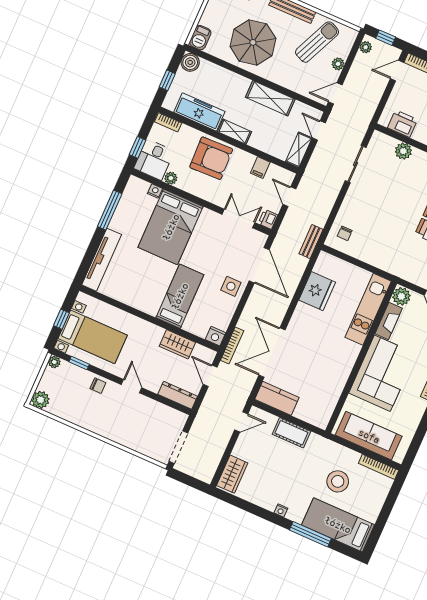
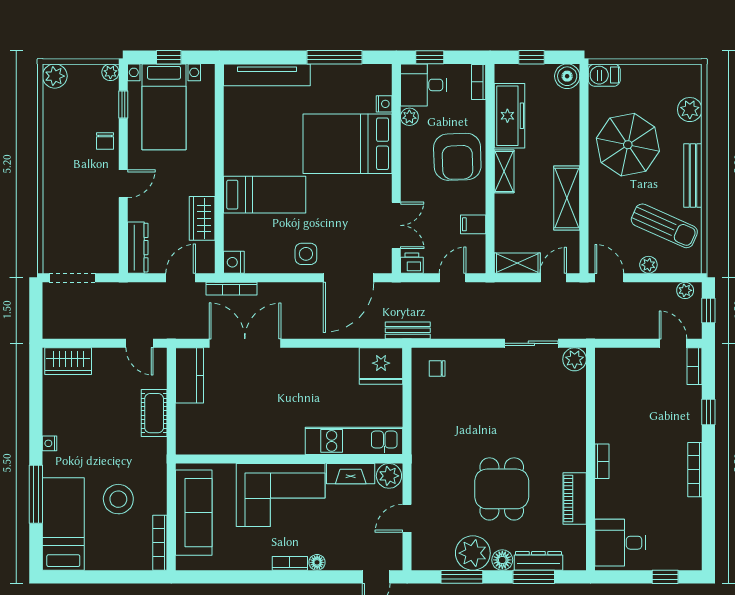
printer: (403, 124) -> (609, 380), removed
plant: (403, 151) -> (575, 359), moved
fridge: (317, 291) -> (381, 366), moved

